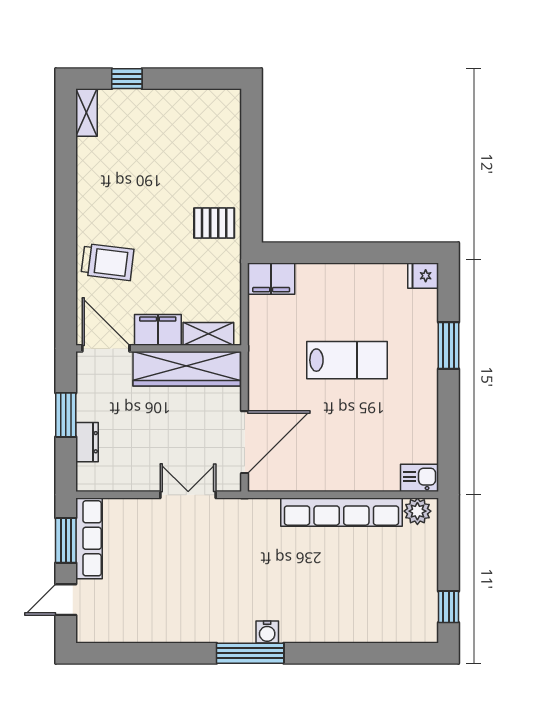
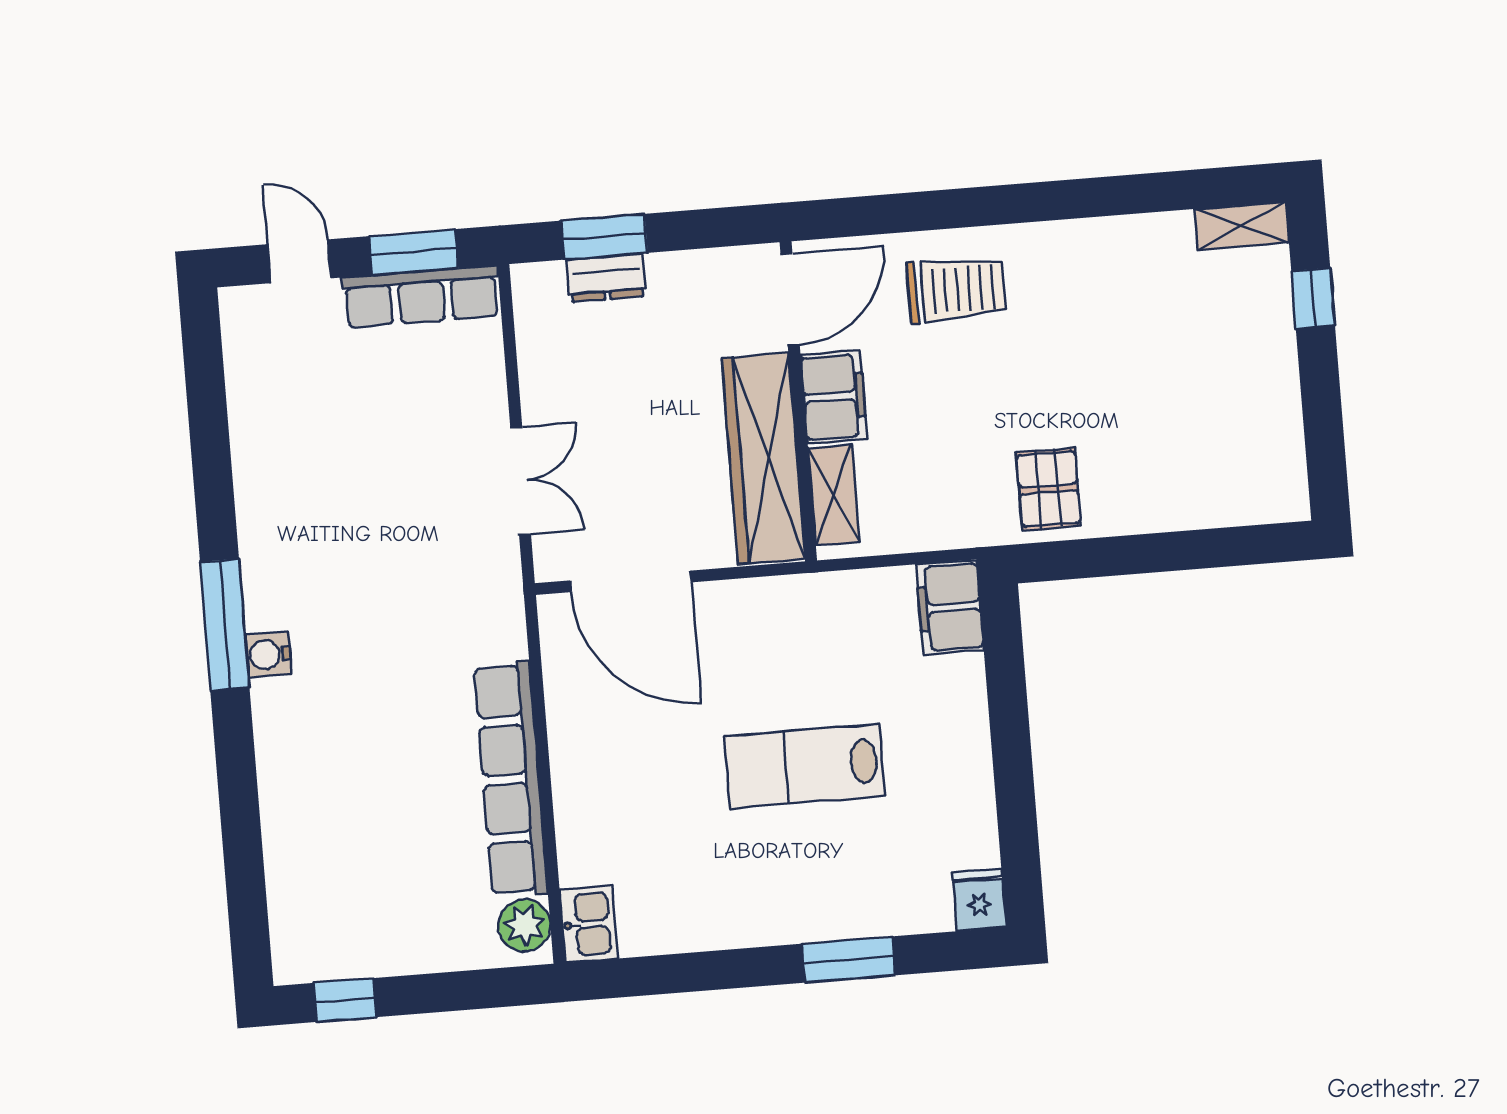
trolley: (108, 262) -> (957, 289), turned -97
lab bench: (347, 360) -> (805, 766), turned 90
window: (66, 415) -> (604, 237), moved

